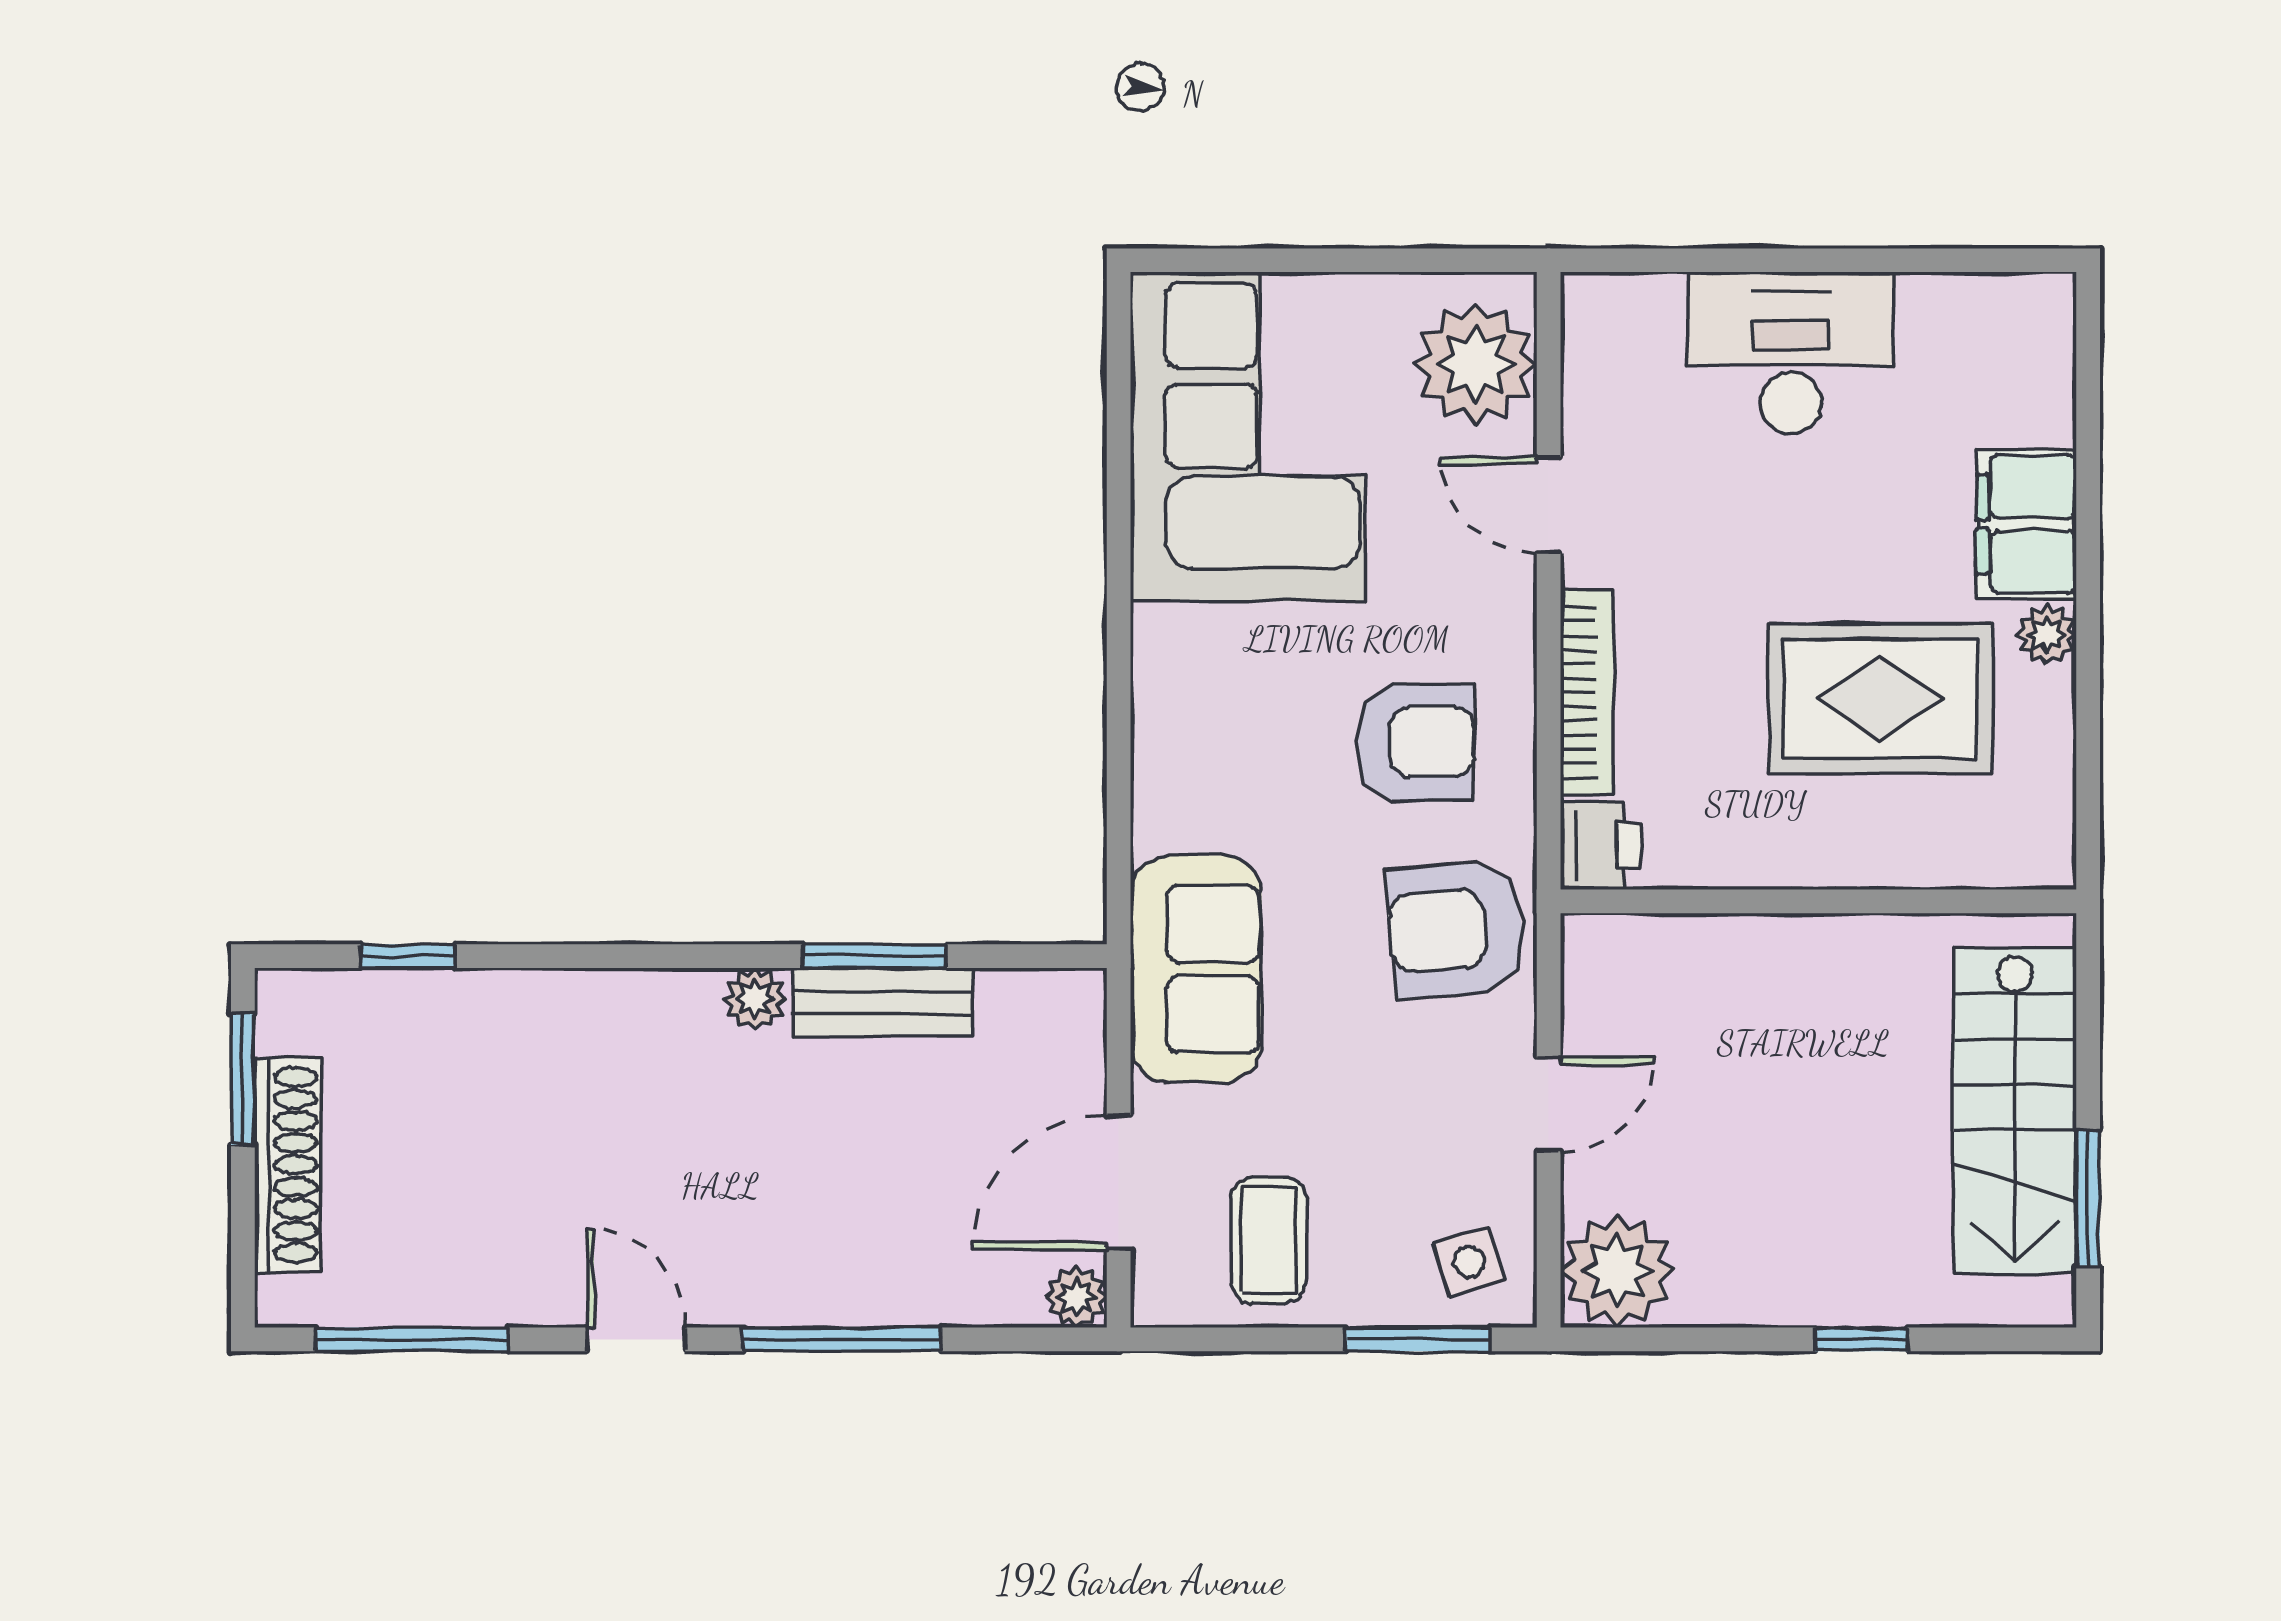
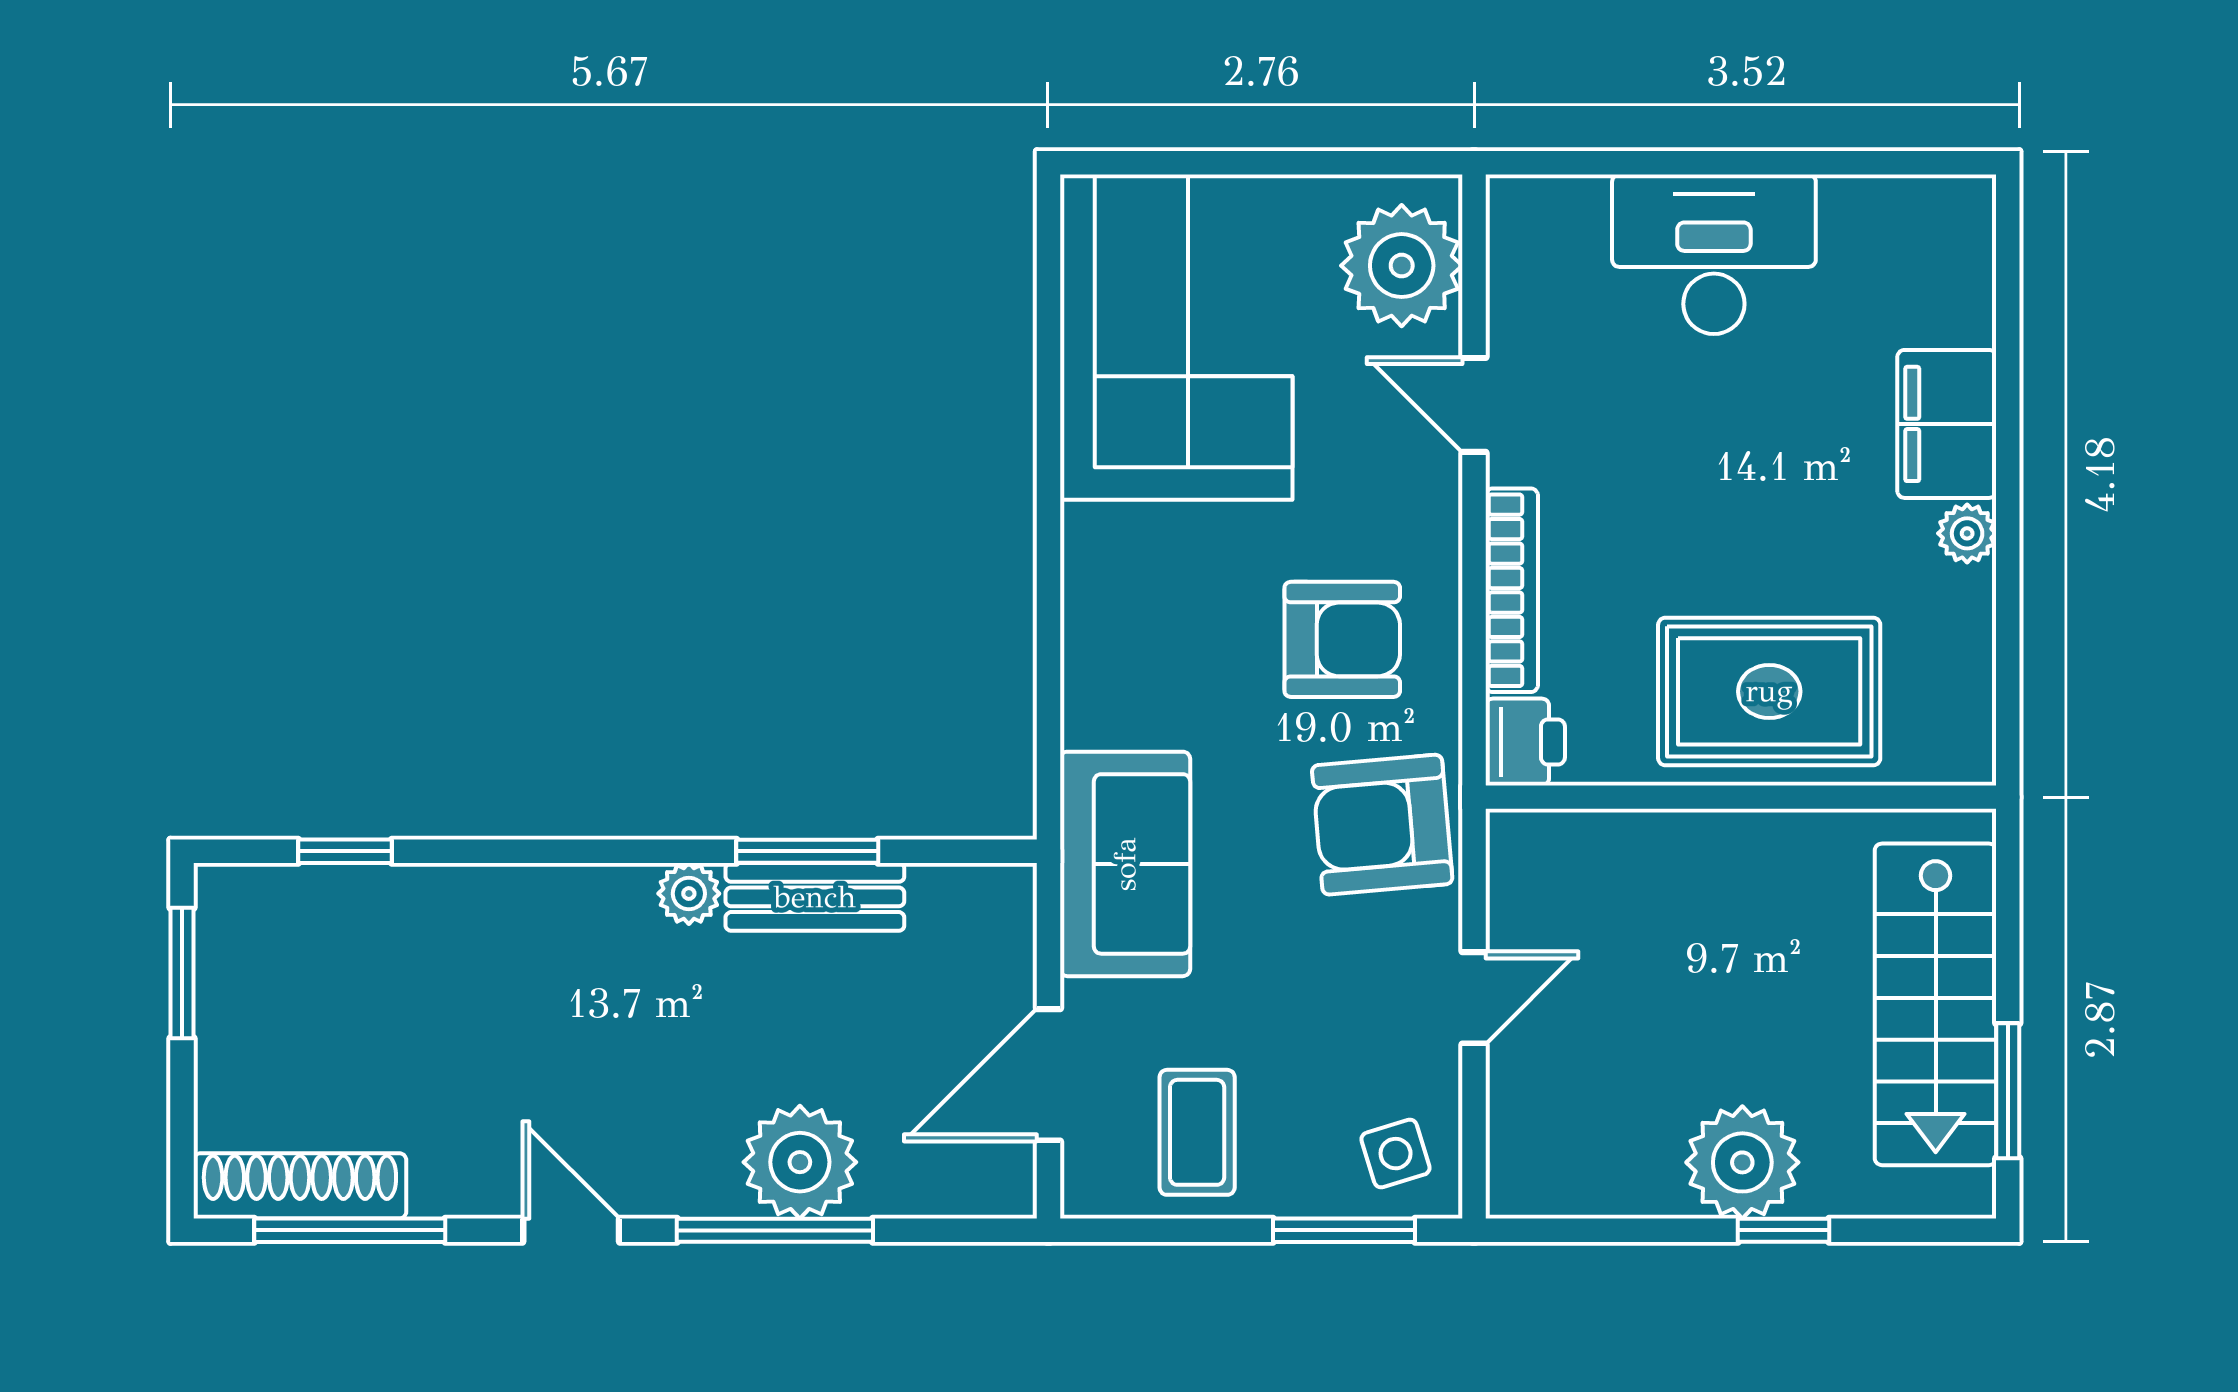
rug: (1880, 699) -> (1769, 691), moved
shoe rack: (288, 1165) -> (300, 1186), moved, turned -90
plant: (1617, 1271) -> (1742, 1162), moved
plant: (1076, 1297) -> (800, 1162), moved, width x1.88, depth x1.88

